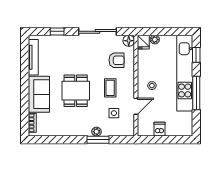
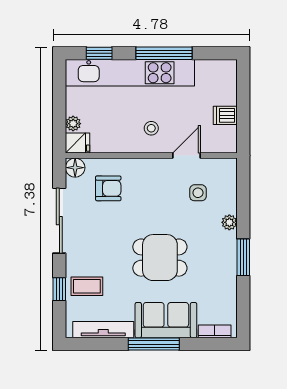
armchair: (117, 60) -> (108, 188), turned 90
window: (25, 87) -> (154, 344), added
coffee table: (110, 88) -> (87, 286), moved
door: (136, 106) -> (186, 156), hinge flipped
window: (98, 140) -> (243, 257), moved

